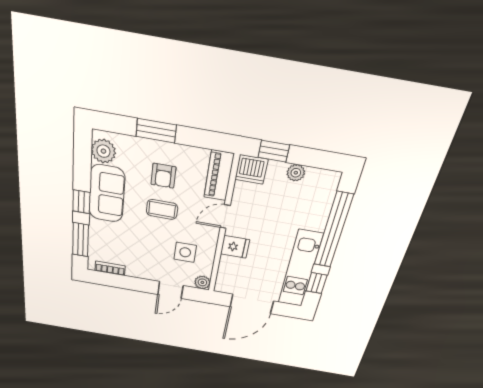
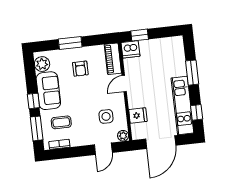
plant: (296, 173) -> (156, 44), removed
coffee table: (162, 209) -> (61, 122), moved
window: (333, 230) -> (192, 73), width x0.47
fridge: (235, 247) -> (138, 115), moved

